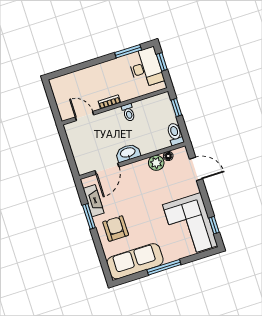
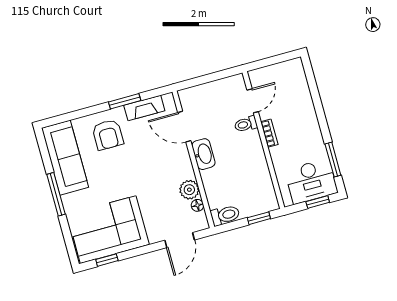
toilet: (128, 113) -> (246, 124), moved
armchair: (116, 229) -> (108, 135), turned 90

